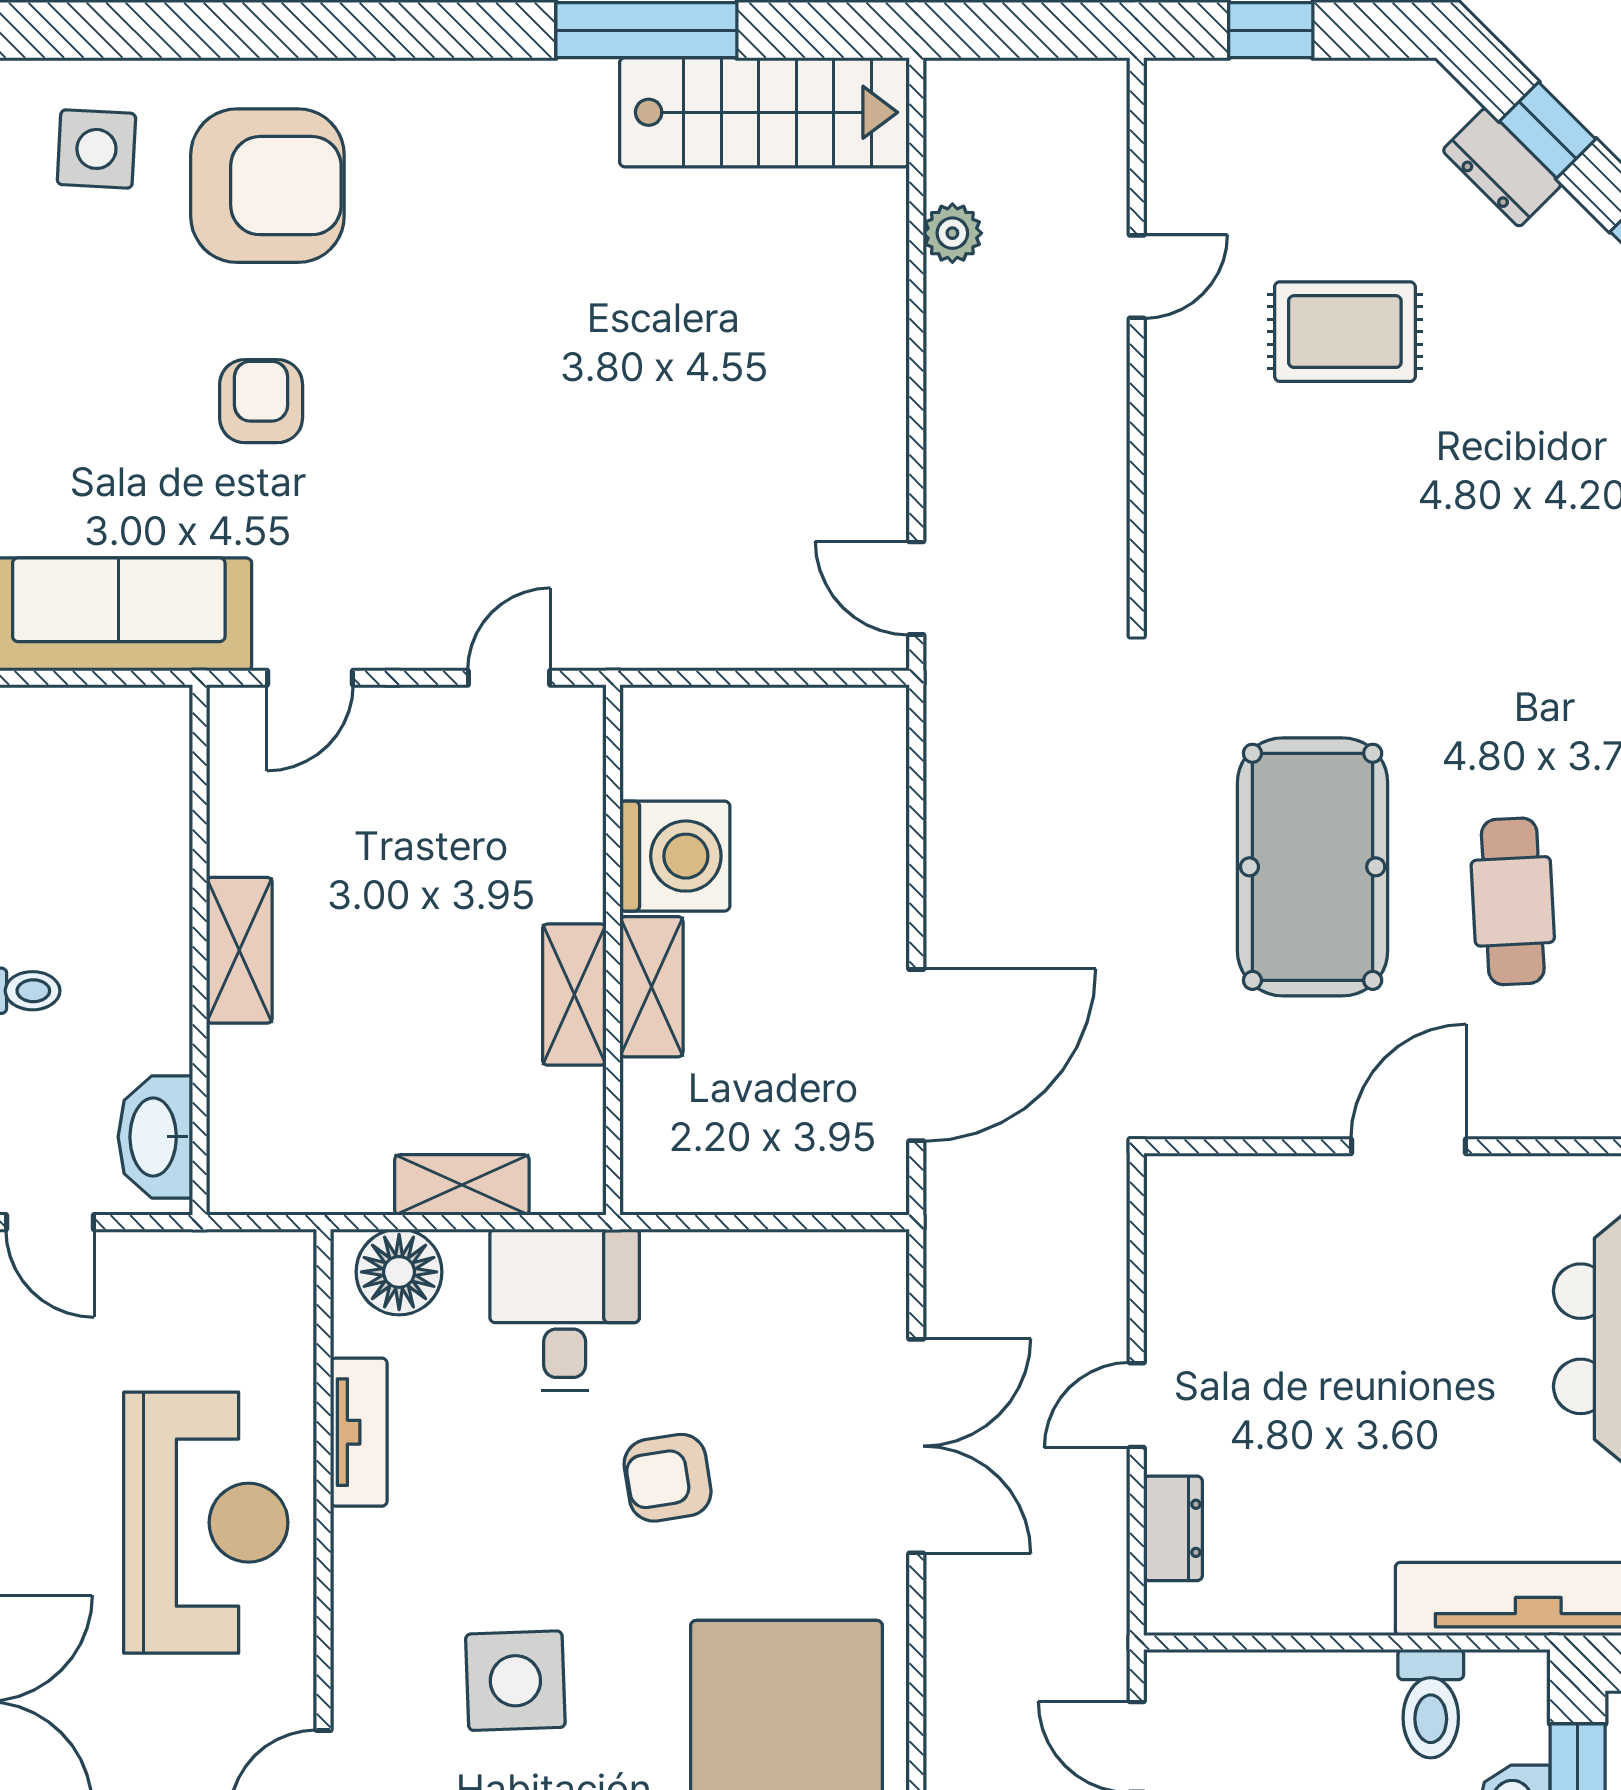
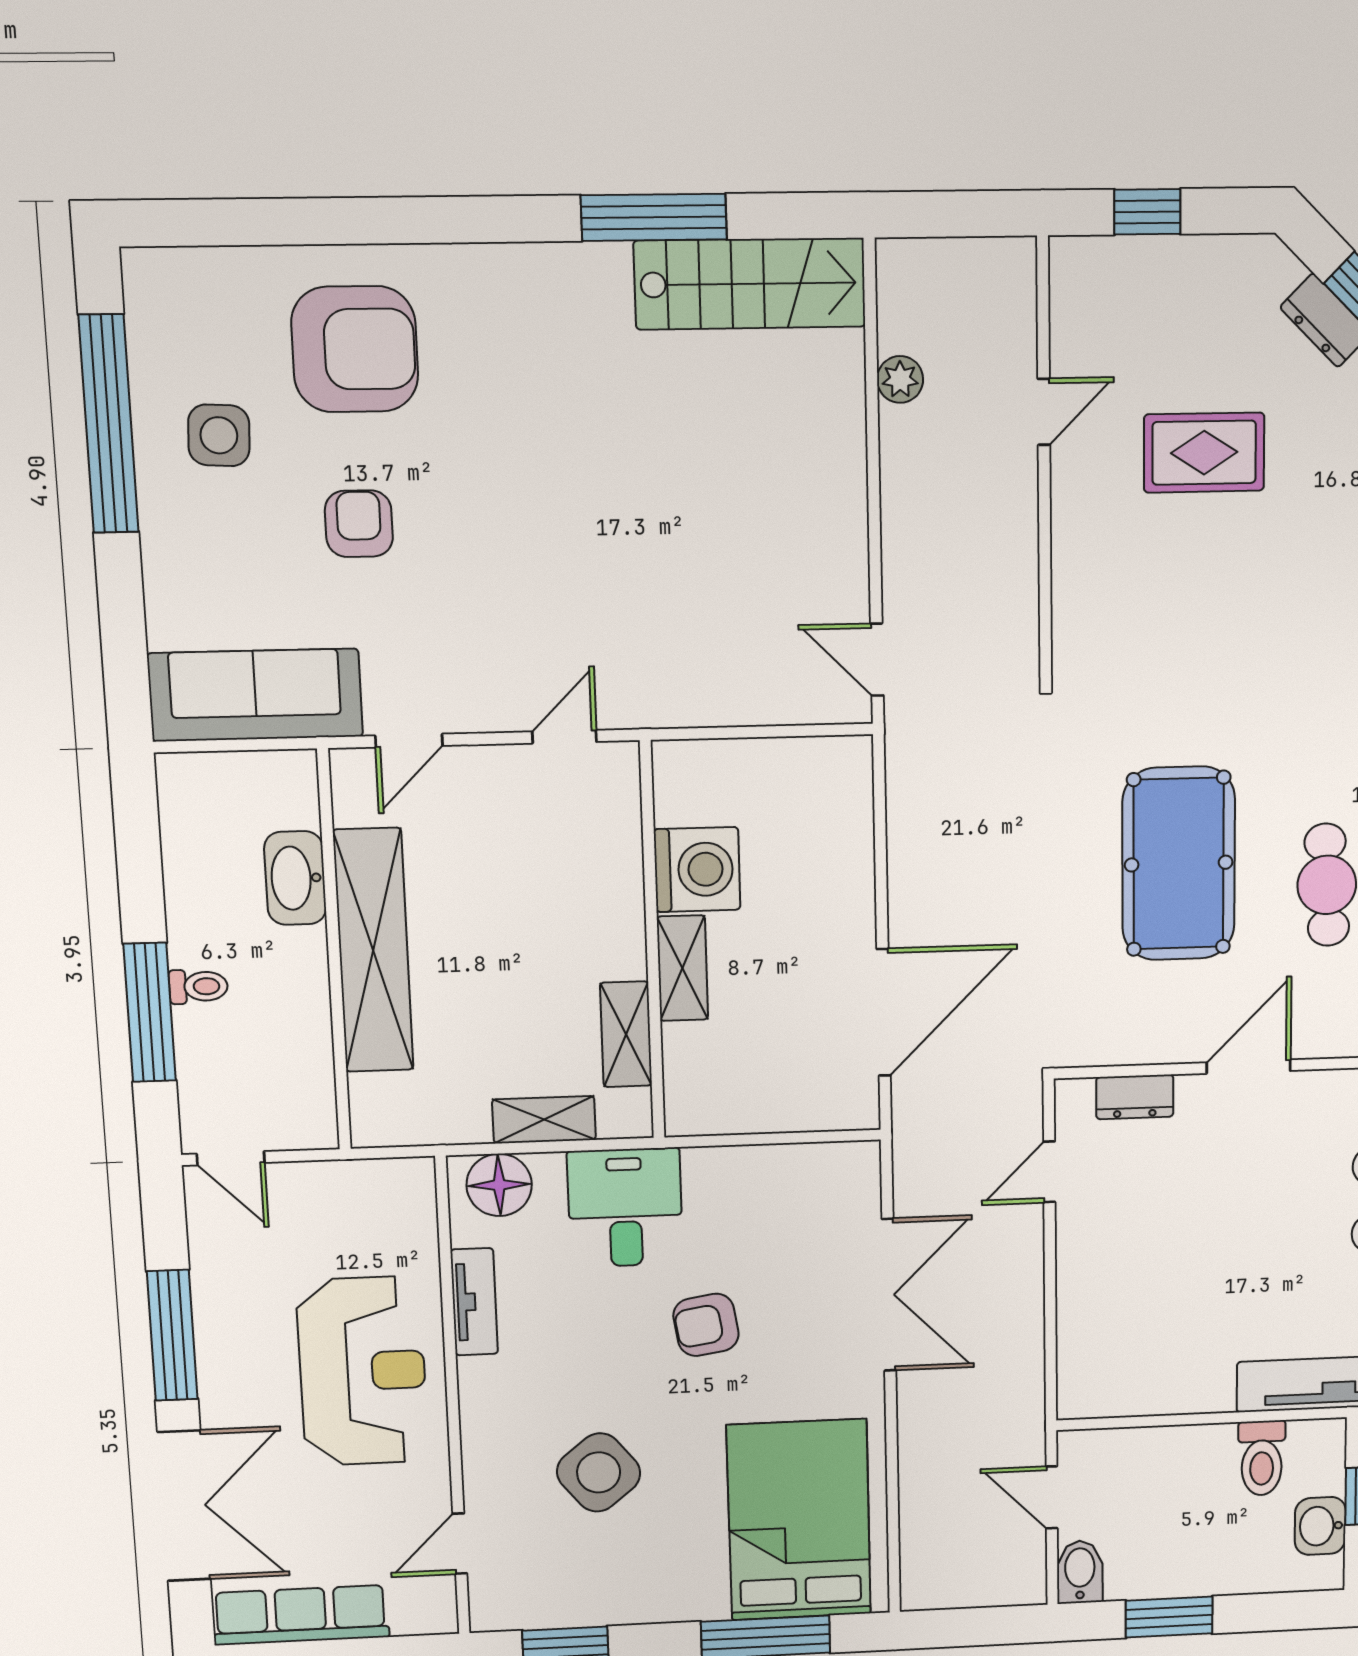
side table: (96, 149) -> (219, 435), moved
shelving: (239, 950) -> (373, 950), width x2.20, depth x1.33
shelving: (574, 995) -> (626, 1034), moved
washbasin: (155, 1137) -> (295, 878), moved
door: (1137, 1405) -> (1049, 1172), moved
dresser: (1173, 1528) -> (1135, 1097), moved, turned 90
side table: (515, 1681) -> (599, 1472), turned -37

